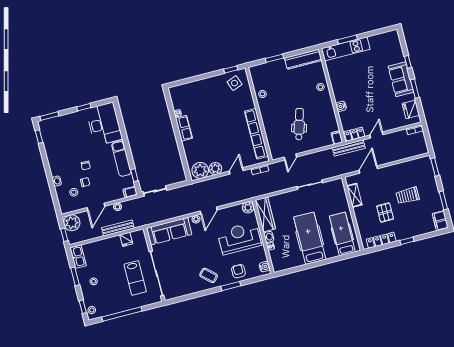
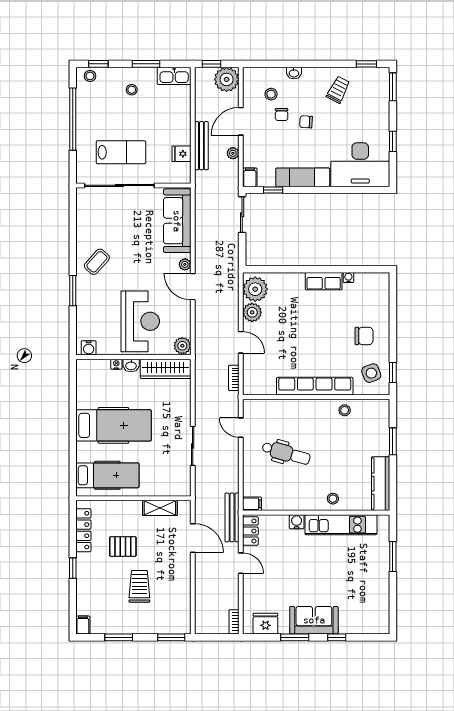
kitchen unit: (346, 49) -> (341, 525), moved, turned -90
chair: (212, 94) -> (364, 336), added
row of seats: (256, 134) -> (315, 386), moved
trolley: (60, 150) -> (338, 90), added
door: (96, 207) -> (241, 121), hinge flipped
filing cabinet: (440, 221) -> (83, 625), width x0.50
armchair: (238, 271) -> (92, 308), removed
lab bench: (135, 278) -> (121, 152), turned 180

